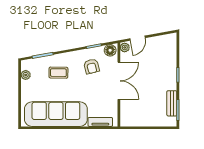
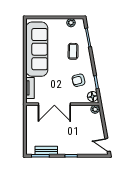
door: (138, 38) -> (108, 145), moved
double door: (119, 81) -> (54, 104), moved

